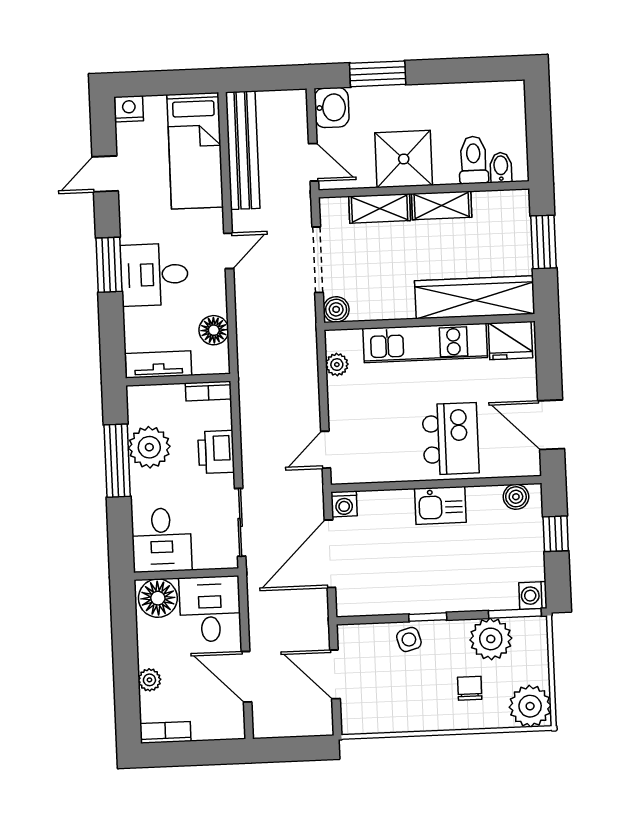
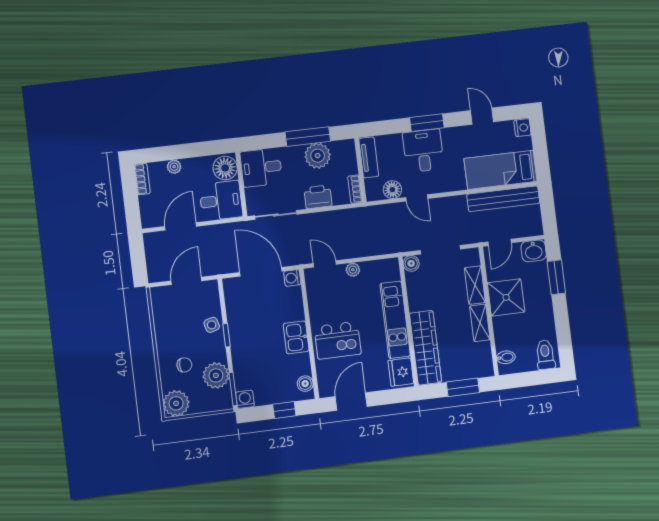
toilet: (473, 160) -> (545, 355), moved, turned -90
door: (229, 251) -> (417, 198), moved
plant: (337, 365) -> (353, 270), moved

